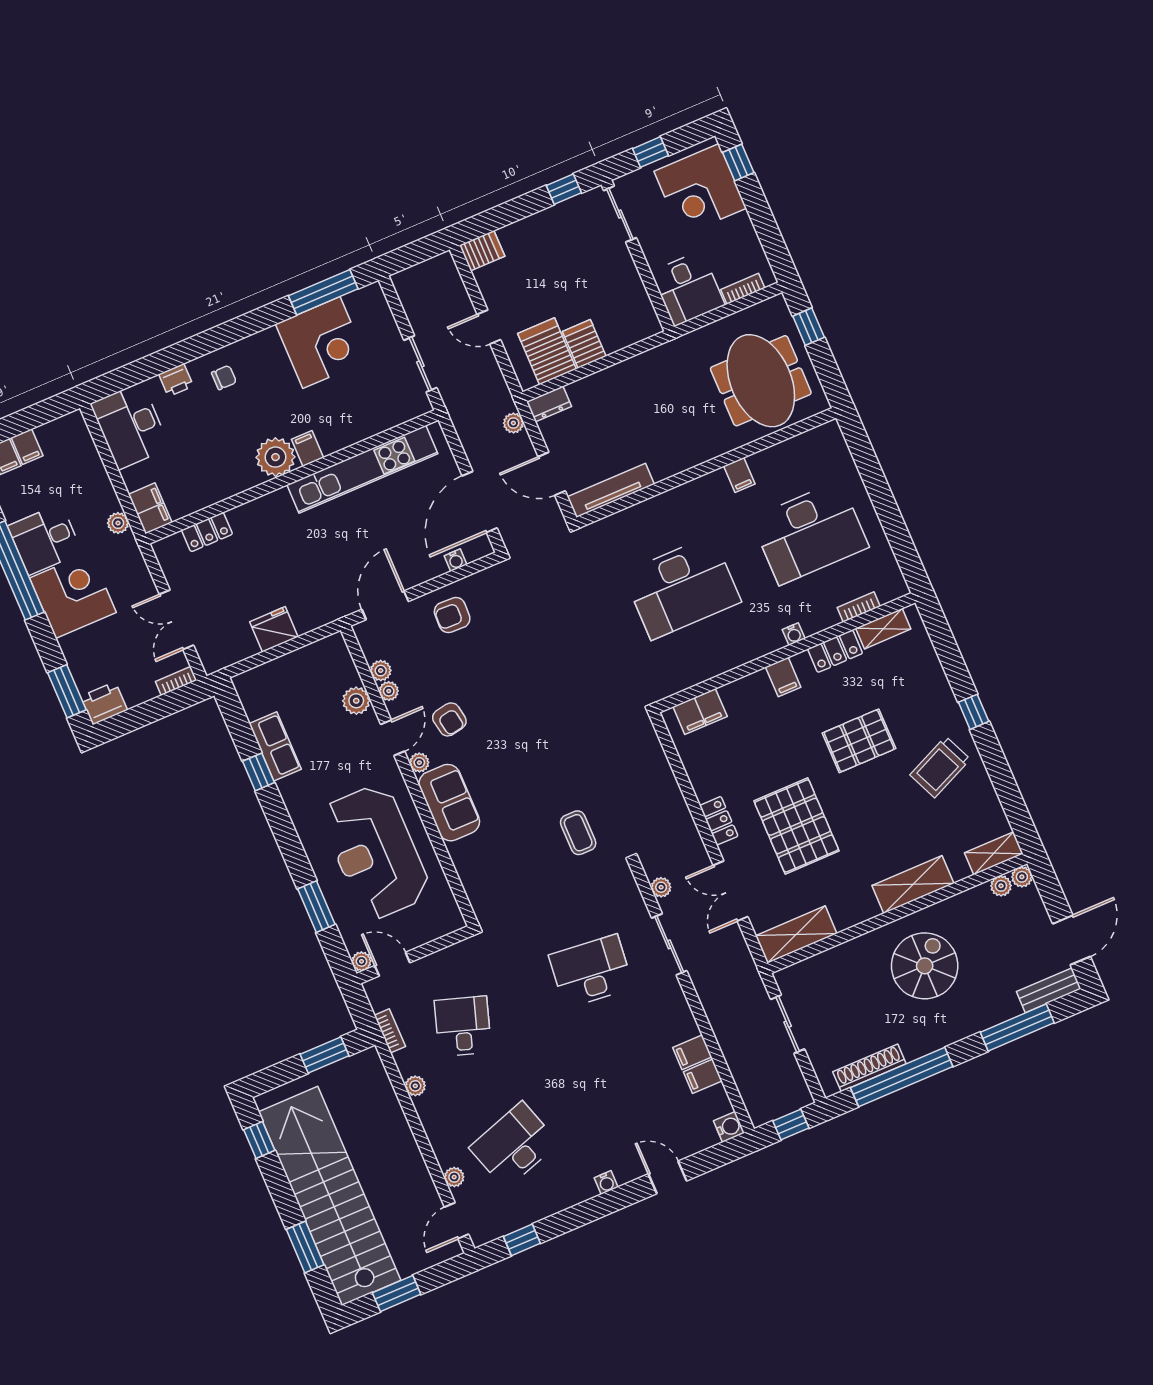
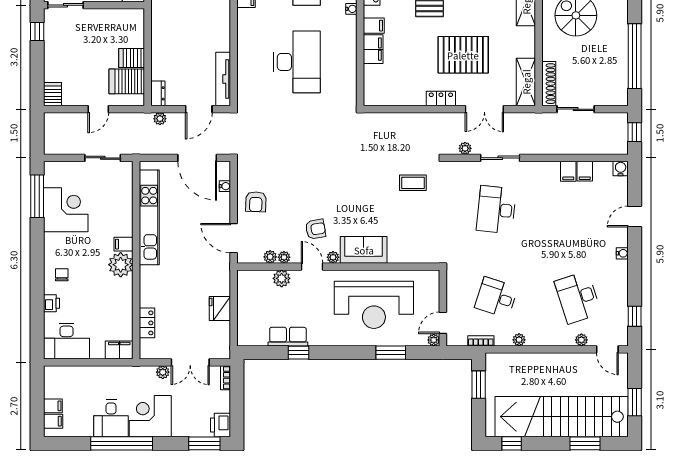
plant: (118, 523) -> (163, 372), moved
filing cabinet: (700, 712) -> (373, 49), moved
shoe rack: (869, 1068) -> (549, 84), moved, turned 180

